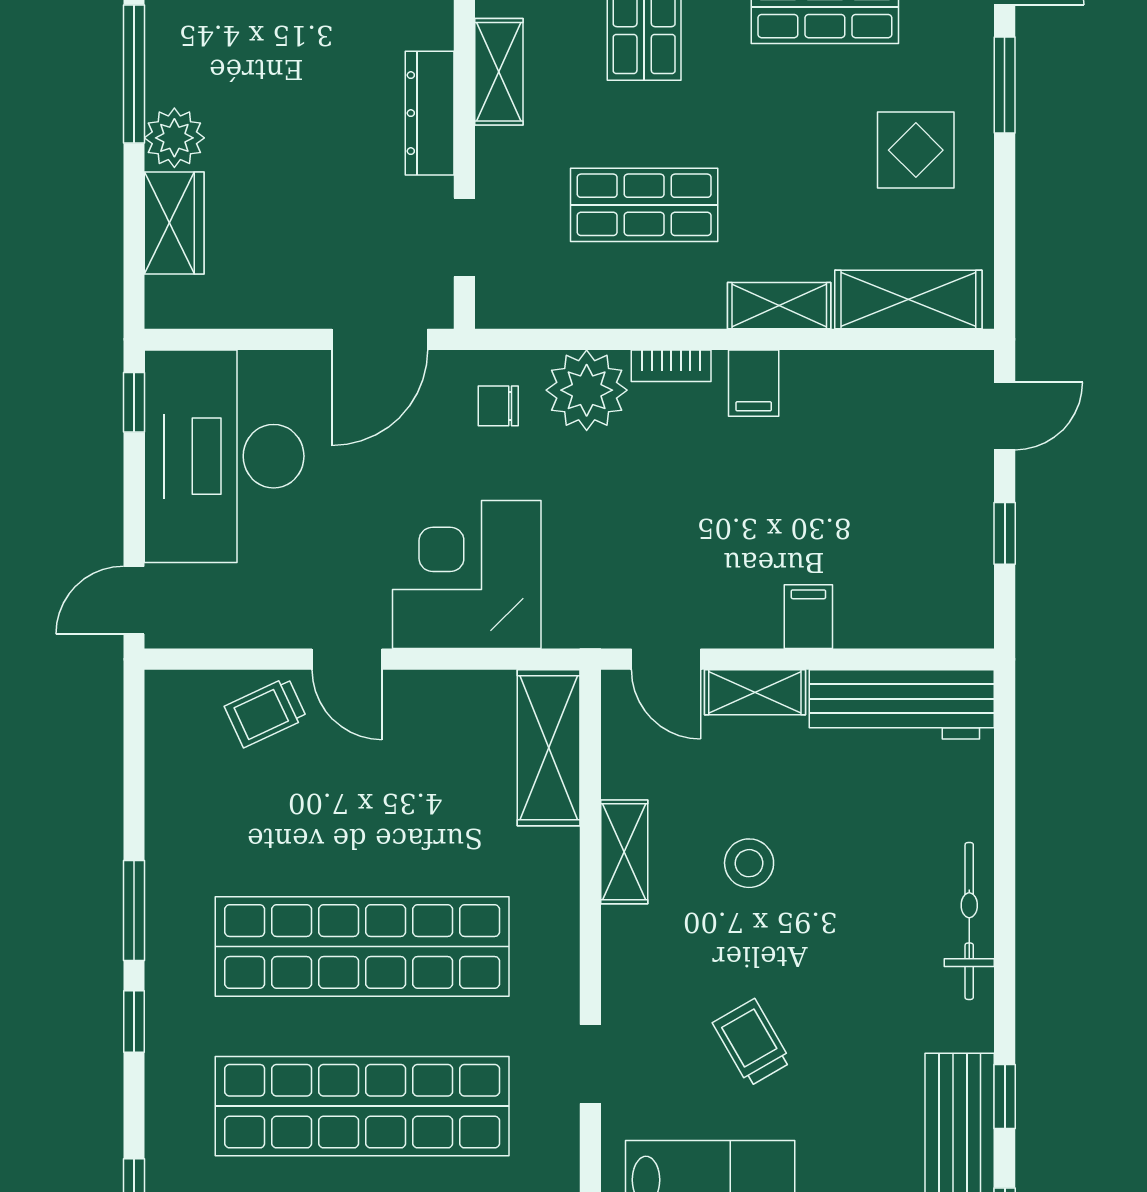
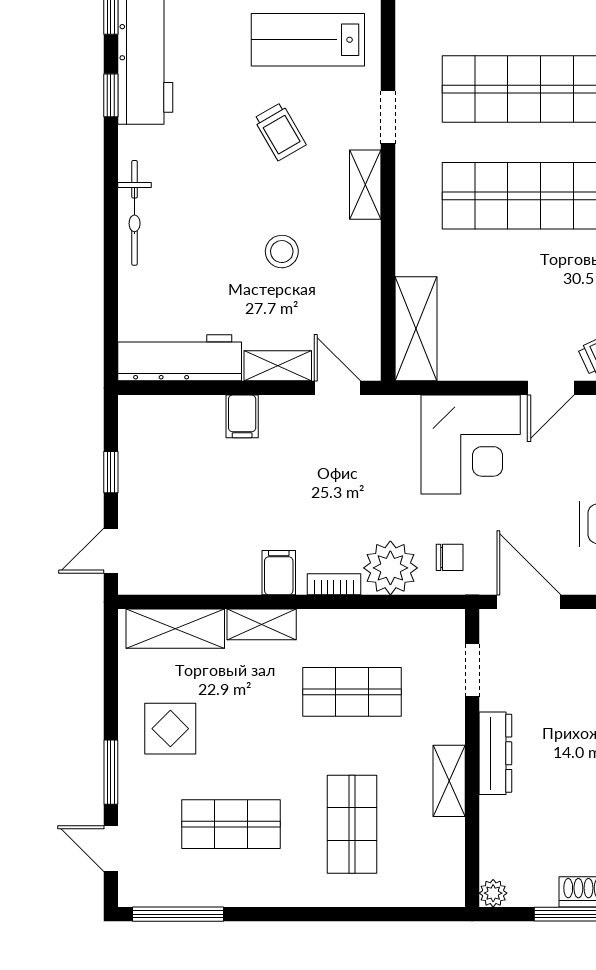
door: (380, 339) -> (529, 602), hinge flipped
door: (347, 659) -> (551, 388), swing flipped
shelving: (624, 852) -> (365, 185), moved

